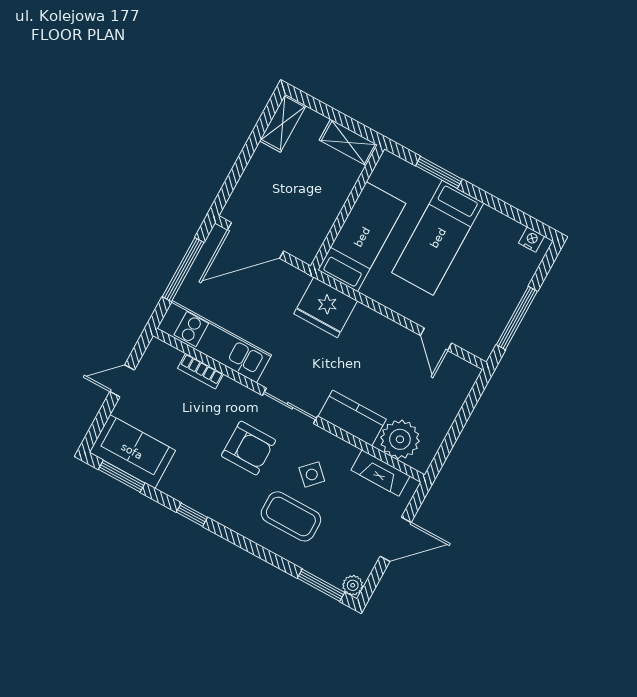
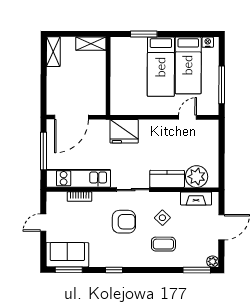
bed: (362, 237) -> (188, 65), moved, turned 180
door: (436, 339) -> (187, 117), swing flipped
coffee table: (291, 516) -> (163, 244), width x0.73, depth x0.77

